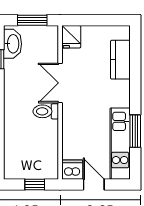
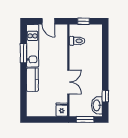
kitchen counter: (120, 60) -> (32, 80), moved
toilet: (46, 111) -> (77, 41), moved
dishwasher: (72, 170) -> (61, 30), removed

